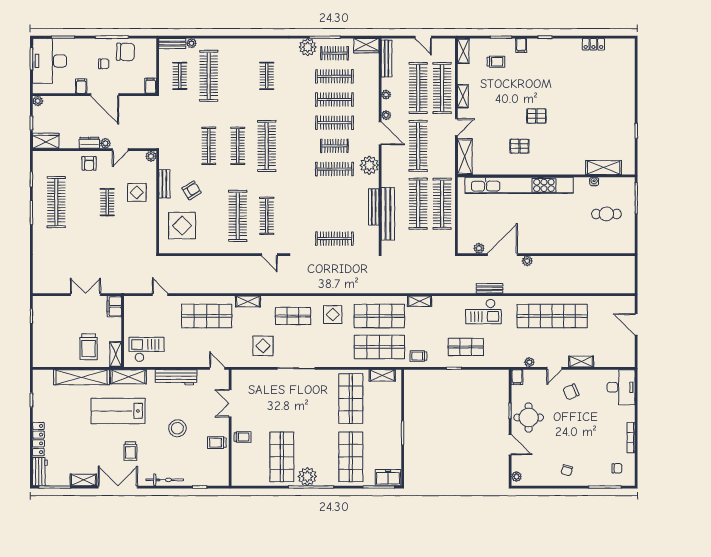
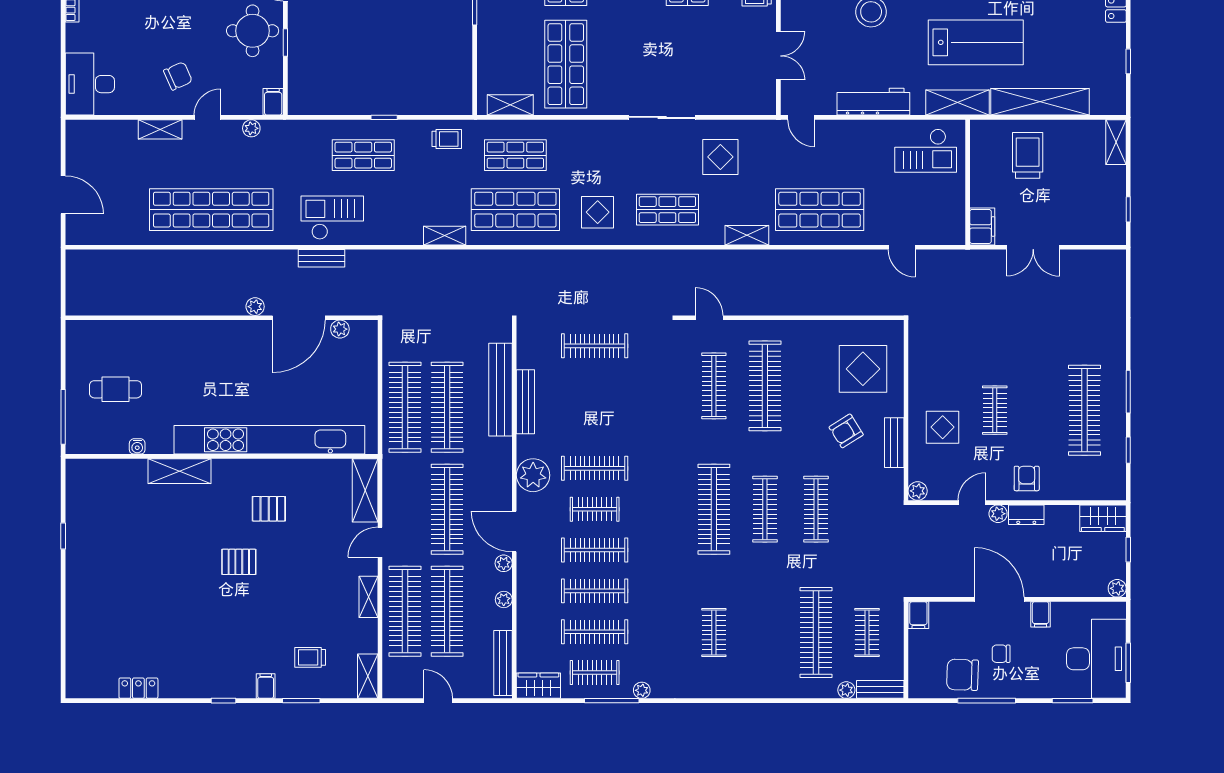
plant: (308, 47) -> (642, 690), width x0.53, depth x0.53
shelving: (604, 168) -> (179, 471), moved
shop shelf: (379, 347) -> (515, 155), width x0.70, depth x0.74
shelving: (116, 354) -> (1116, 142), moved

